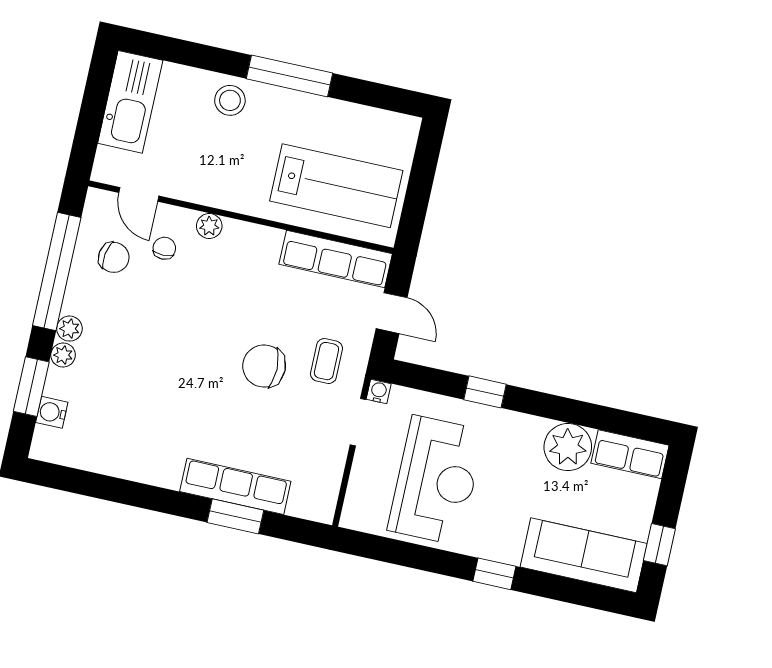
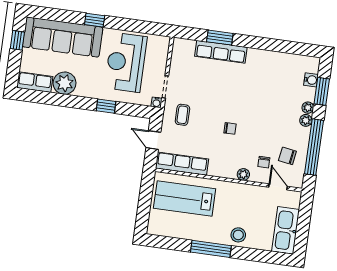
chair: (264, 366) -> (230, 128), moved, width x0.54, depth x0.54
sofa: (584, 555) -> (63, 37), width x1.36, depth x1.27

